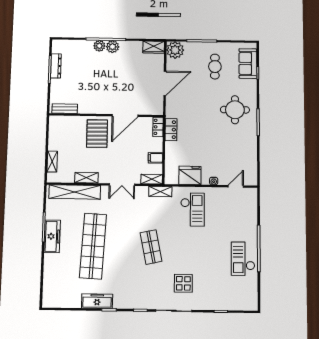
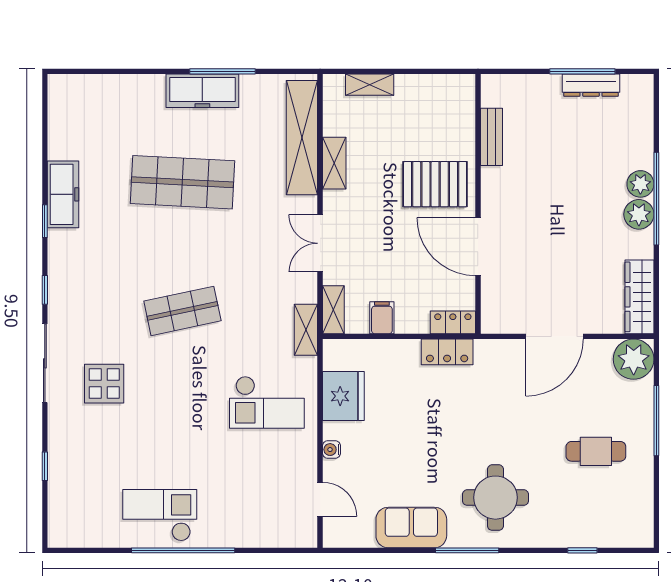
wardrobe: (154, 47) -> (640, 297), width x1.50
sofa: (248, 64) -> (411, 527), moved
door: (165, 83) -> (554, 336), hinge flipped
bench: (65, 109) -> (492, 137), moved
shop shelf: (93, 246) -> (182, 182), width x0.71

